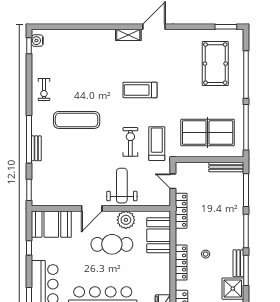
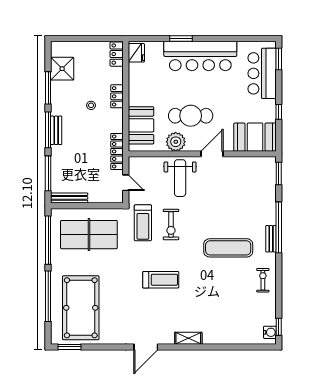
shelving: (128, 35) -> (188, 338), moved
pool table: (215, 64) -> (81, 308), width x1.36, depth x1.32
bench: (36, 148) -> (271, 239), moved
locker: (181, 263) -> (117, 96), width x0.66
bench: (238, 263) -> (56, 130), moved

